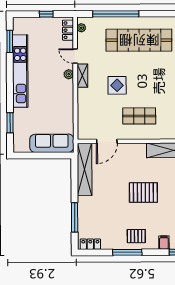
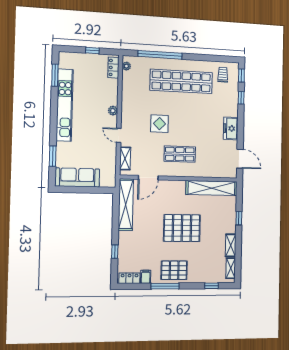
door: (75, 56) -> (119, 135), moved
shelving: (82, 76) -> (125, 158), moved
sofa: (52, 143) -> (77, 177), moved
pallet: (143, 193) -> (182, 228), width x1.37, depth x1.41
window: (75, 217) -> (115, 252), width x0.46
pallet: (136, 236) -> (174, 270), width x1.50, depth x1.42
filing cabinet: (164, 243) -> (146, 277), moved

